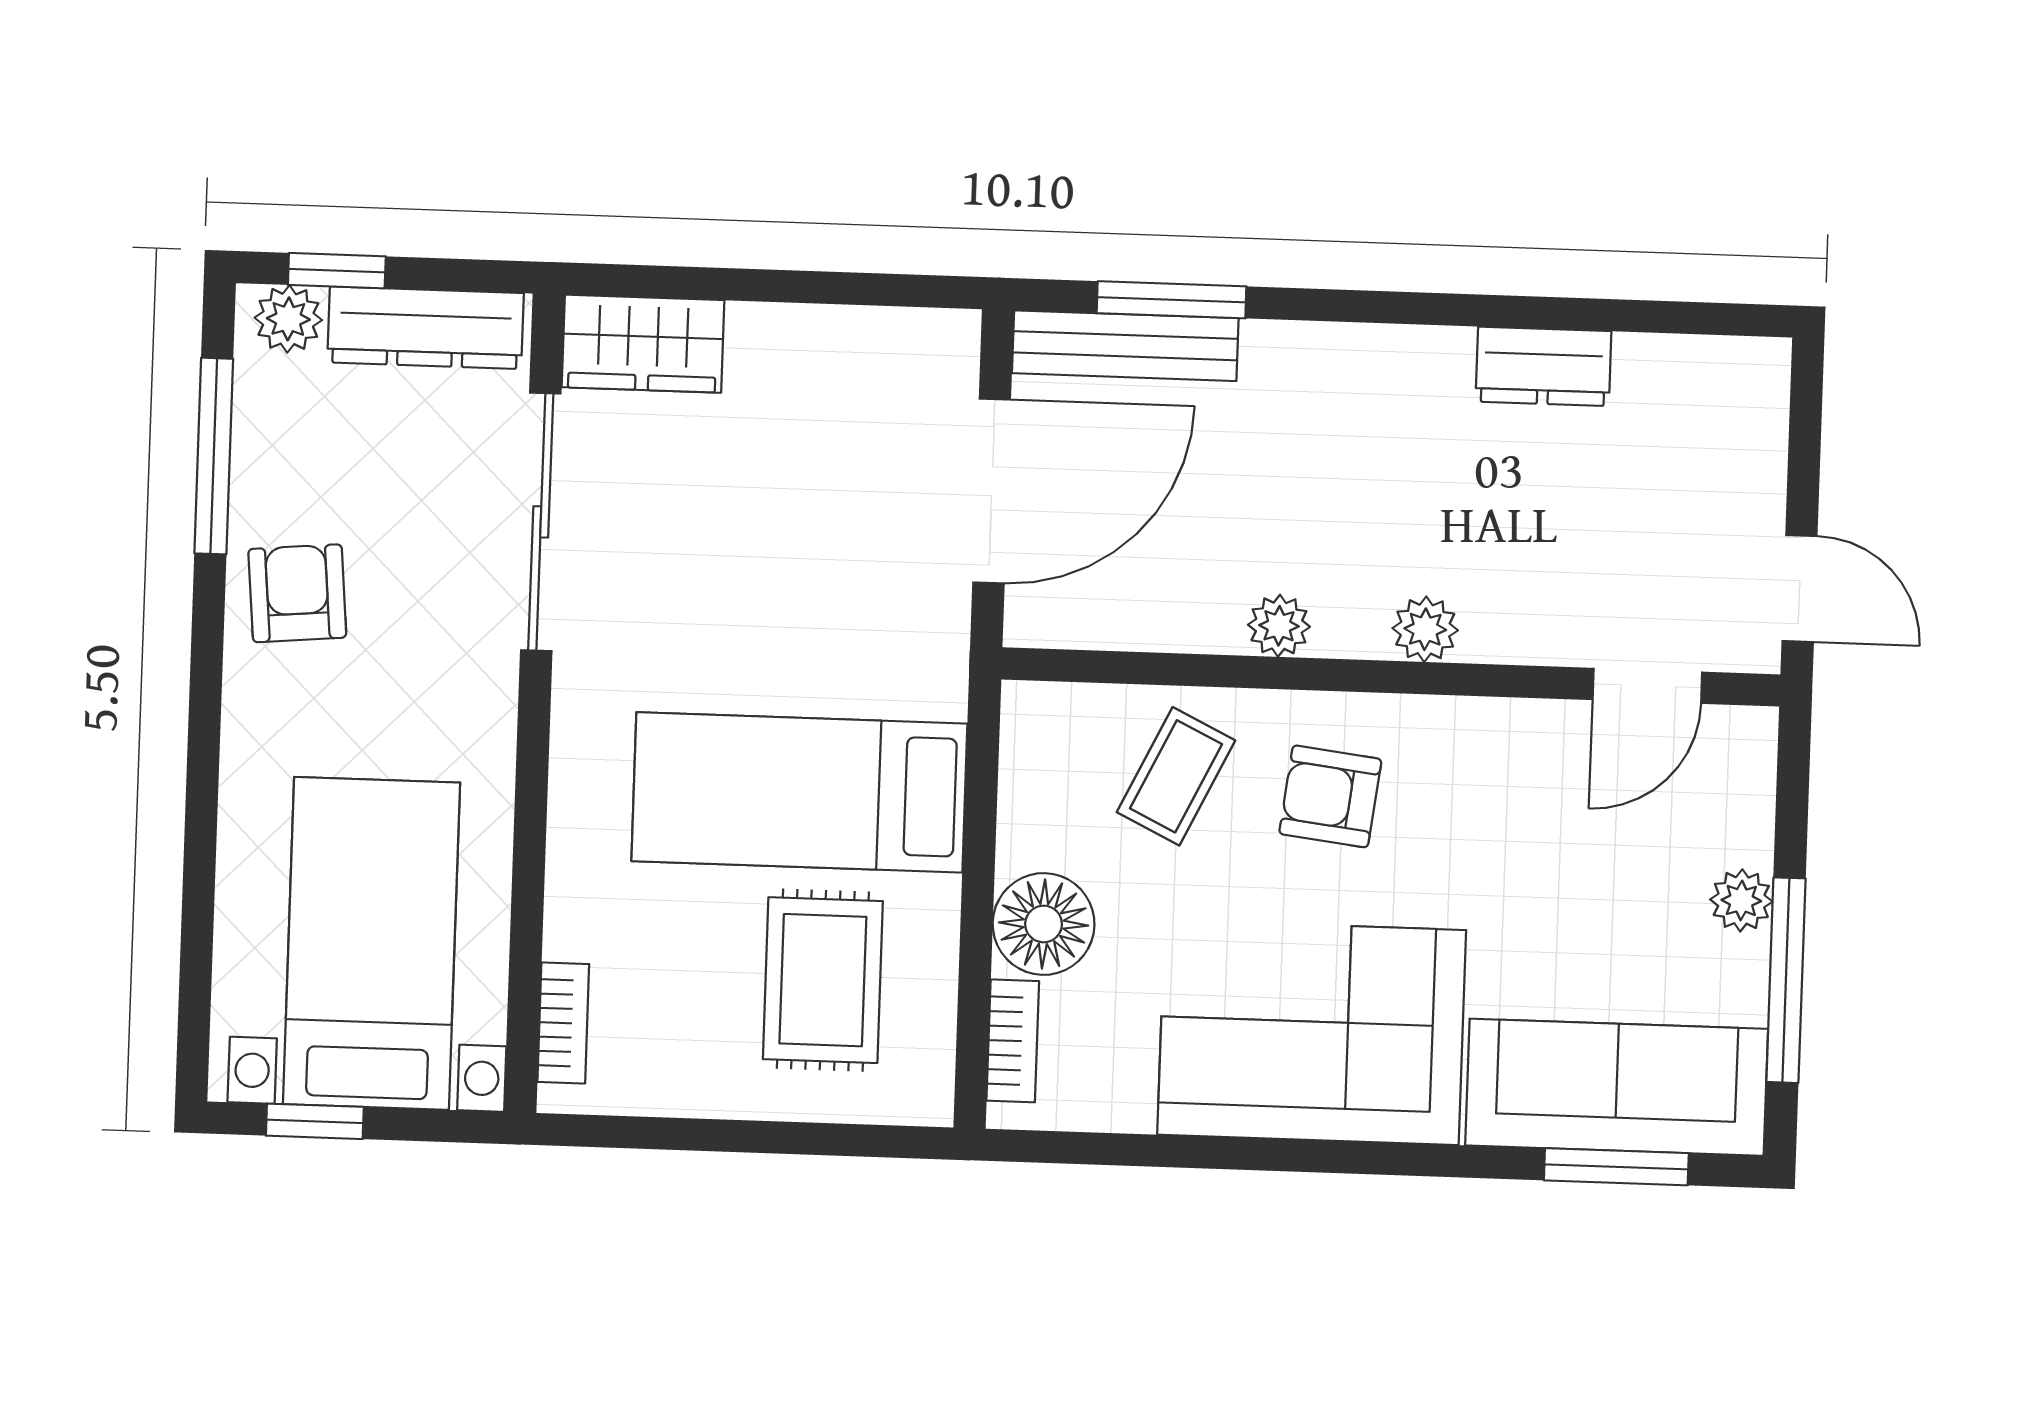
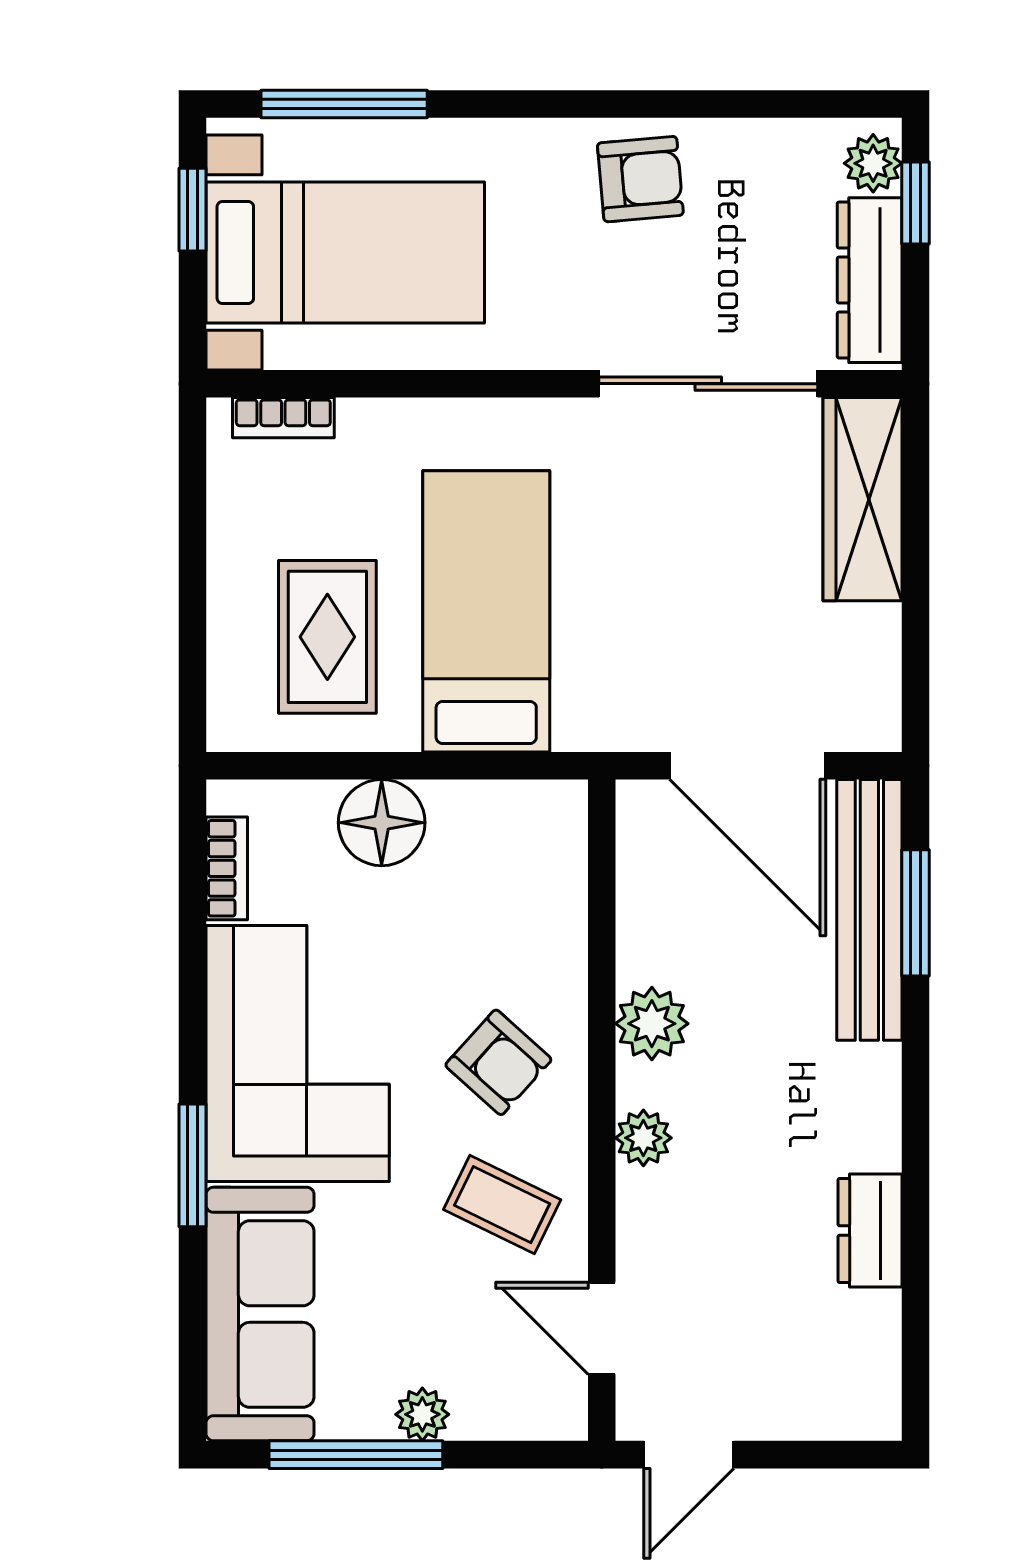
wardrobe: (643, 344) -> (863, 499), width x1.50
bench: (1125, 346) -> (869, 910), width x1.37, depth x1.21
window: (214, 456) -> (344, 104), moved
plant: (1279, 626) -> (652, 1024), width x1.38, depth x1.38
coffee table: (1176, 776) -> (502, 1205), moved
armchair: (1330, 796) -> (498, 1062), turned 125
rug: (823, 980) -> (327, 637), turned 90
bookcase: (1013, 1041) -> (227, 868), moved, turned -90
window: (1616, 1167) -> (192, 1165), moved

